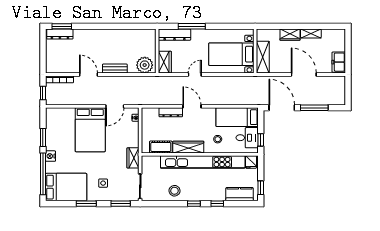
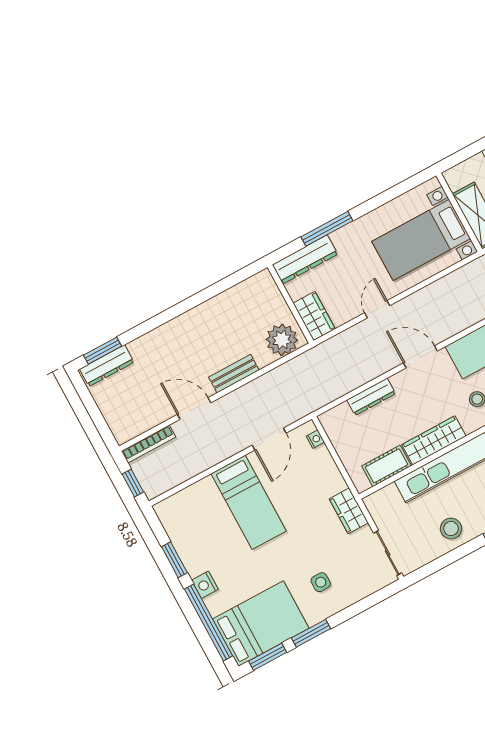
door: (192, 106) -> (420, 357), moved
bed: (90, 130) -> (249, 502), width x0.67
window: (121, 204) -> (268, 657), moved

